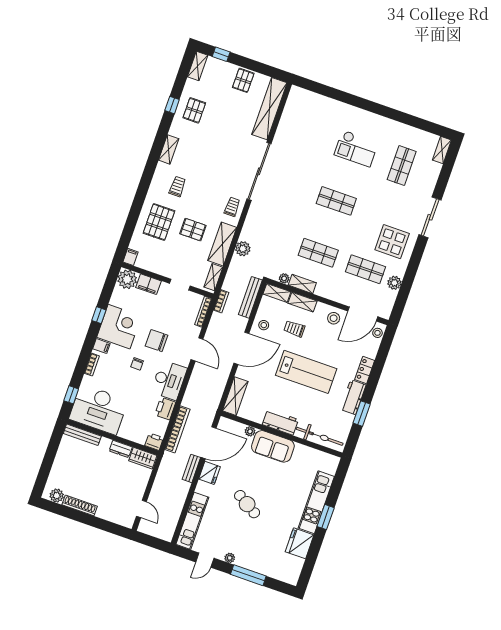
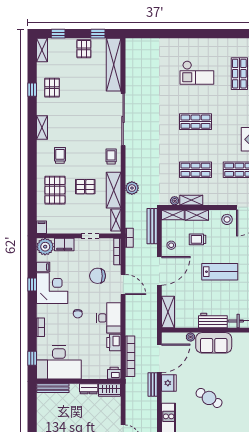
window: (264, 69) -> (98, 34), added
chair: (157, 341) -> (98, 276), moved
filing cabinet: (101, 346) -> (43, 267), moved
lab bench: (306, 372) -> (220, 272), width x0.73, depth x0.72

